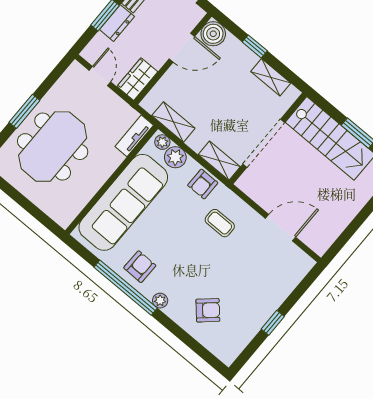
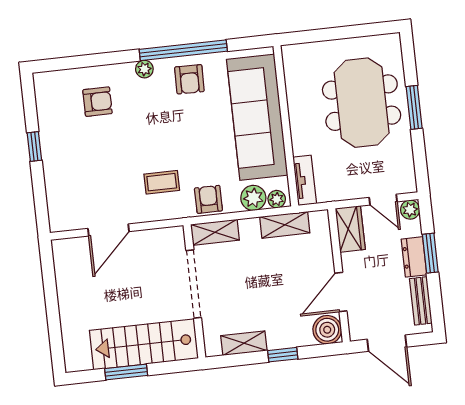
plant: (90, 53) -> (410, 210), added
armchair: (208, 310) -> (97, 102), turned -138

